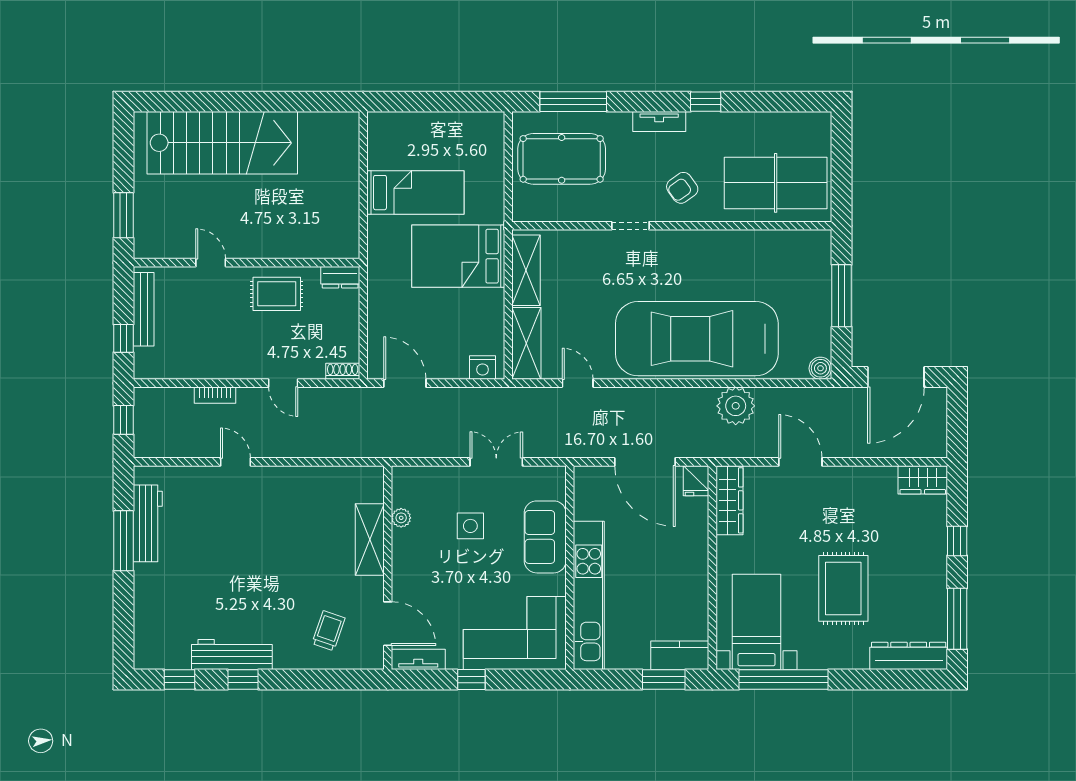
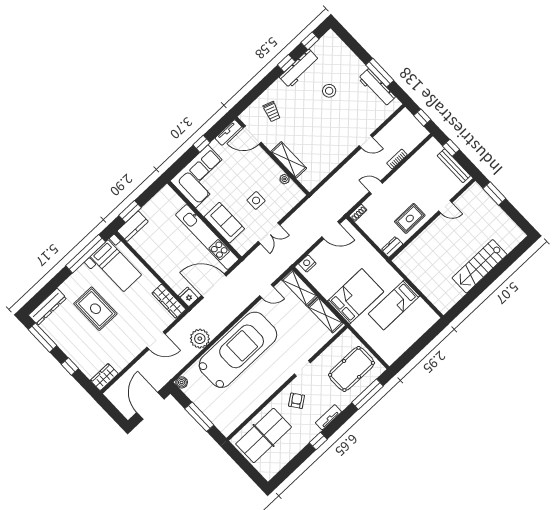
stairs: (222, 143) -> (480, 266), width x0.73, depth x0.66
stool: (219, 583) -> (329, 91), added
kitchen unit: (589, 595) -> (207, 237), moved

